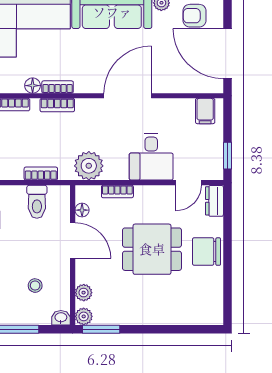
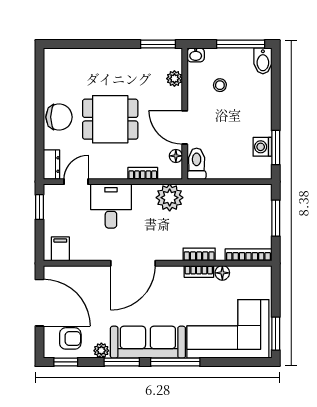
bookcase: (41, 174) -> (215, 190), removed
toilet: (37, 202) -> (197, 164), moved
plant: (84, 316) -> (174, 56), removed

